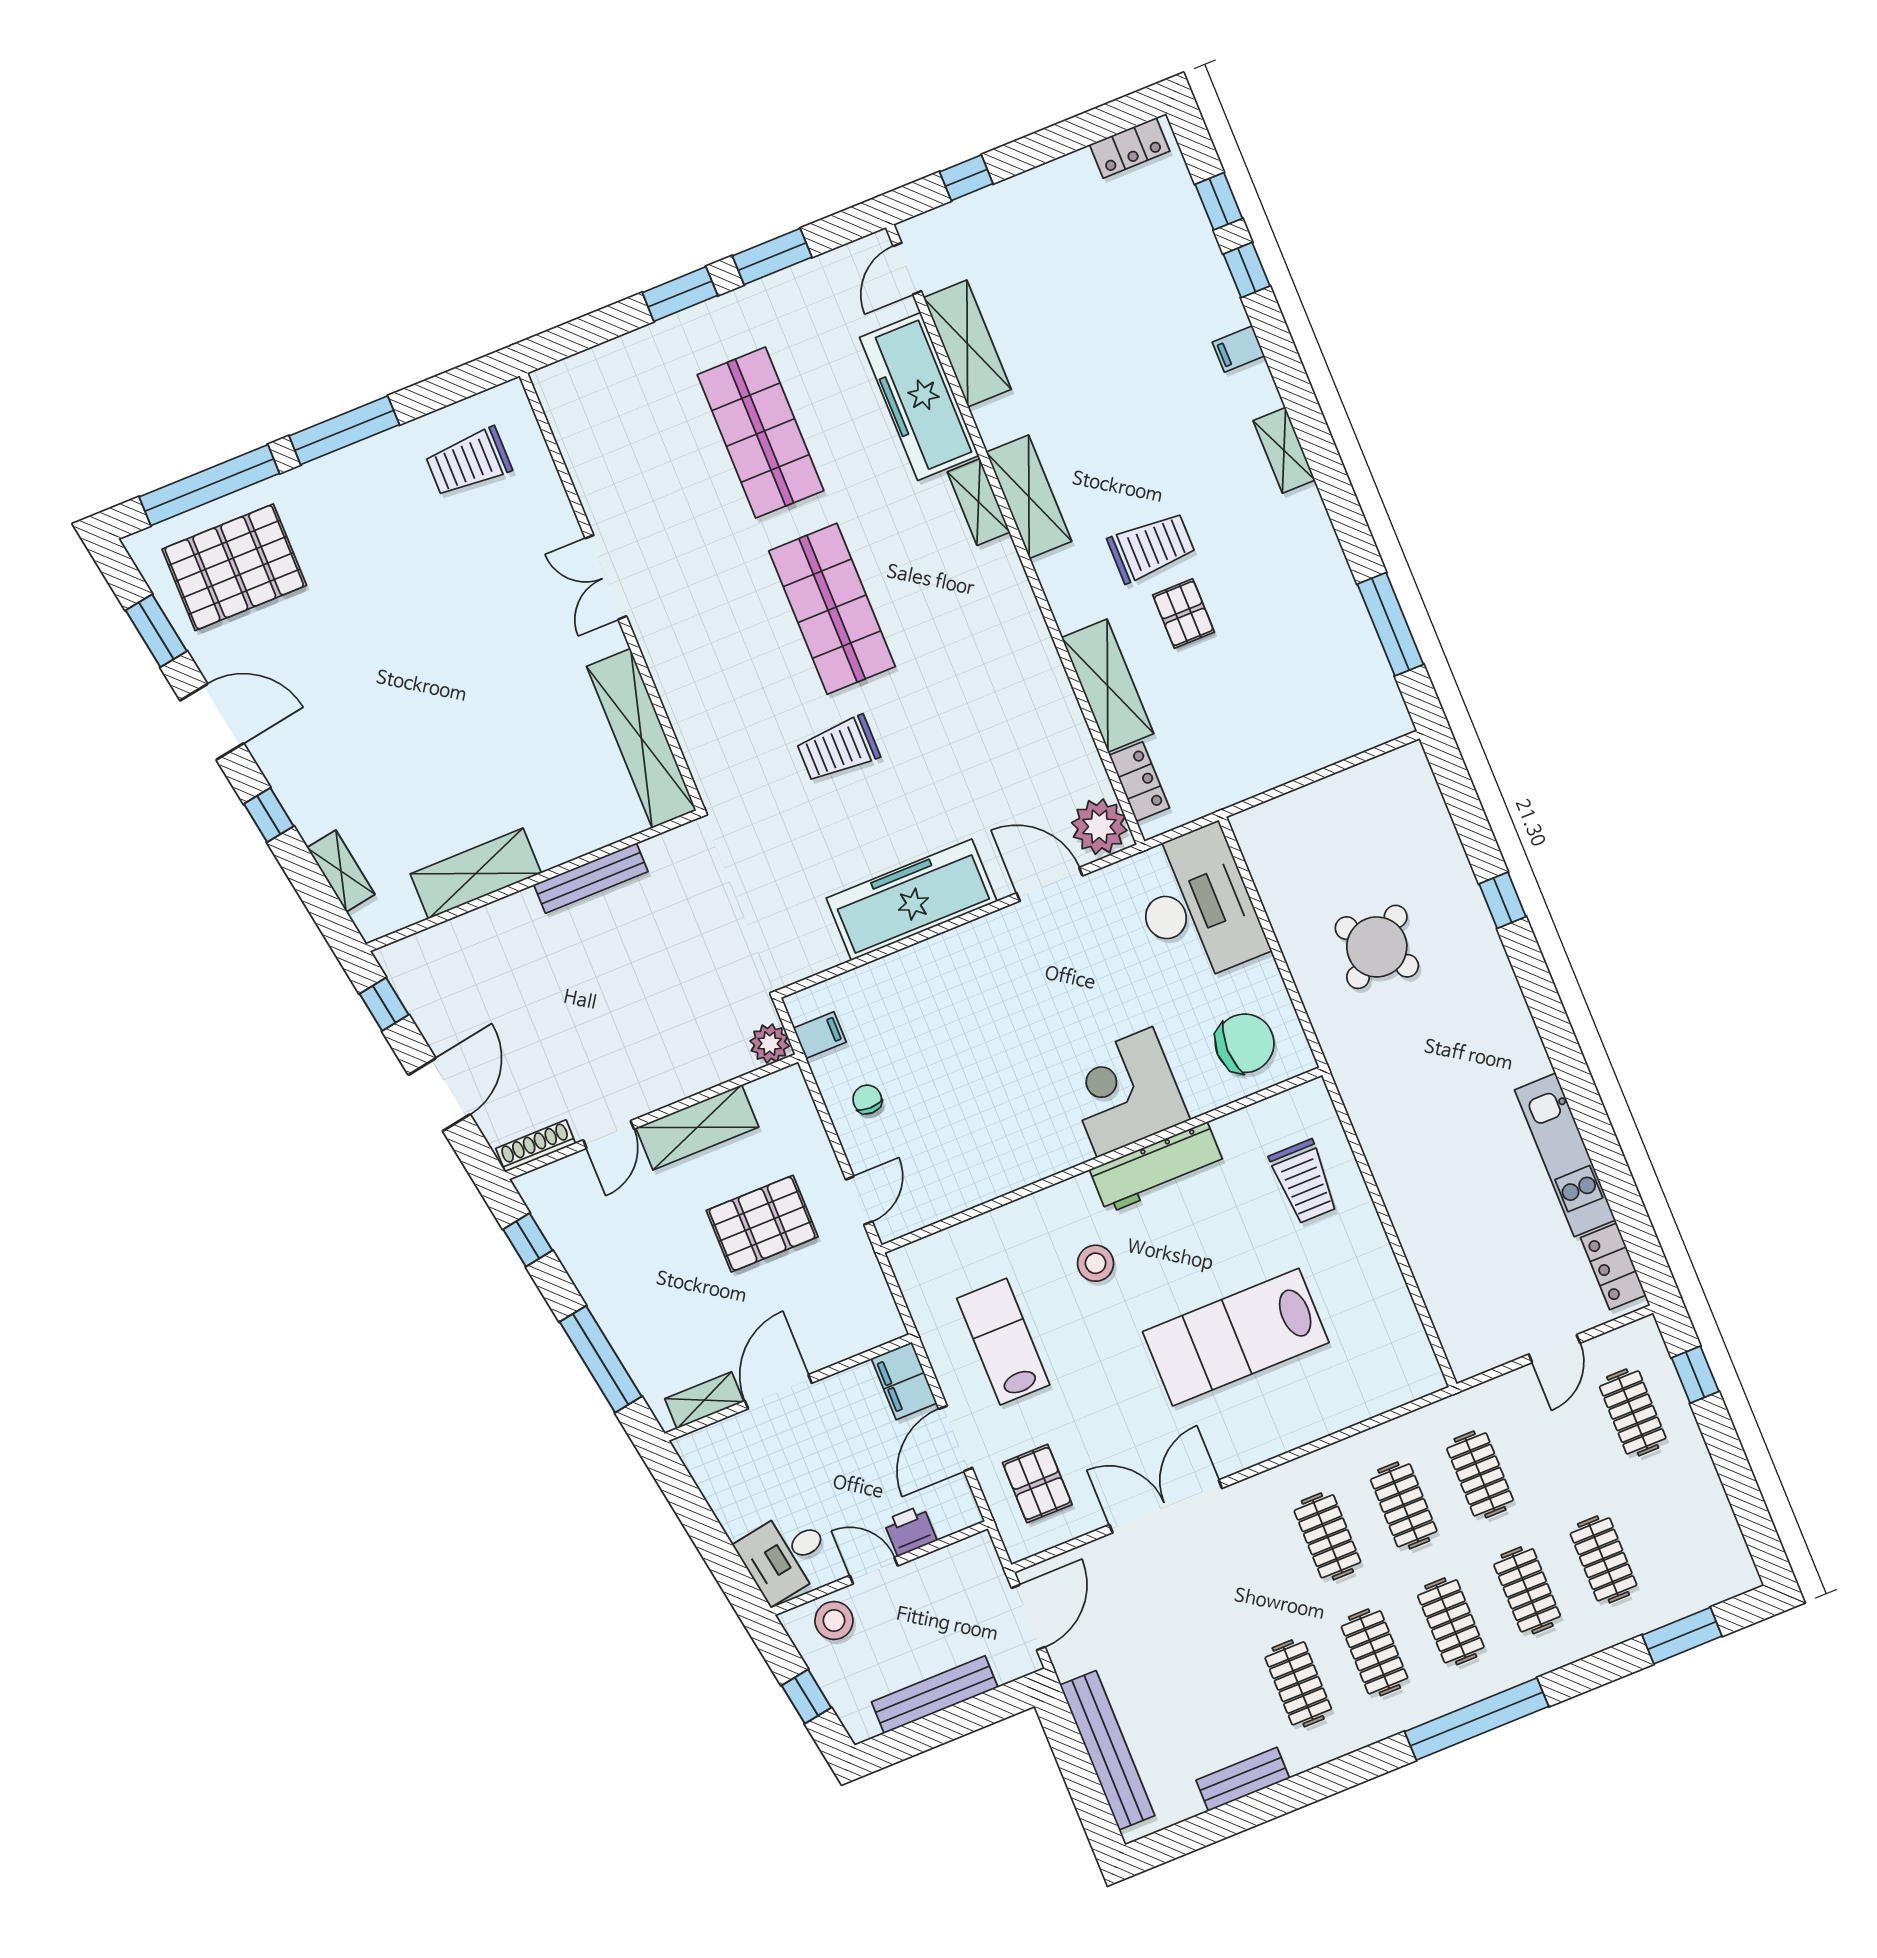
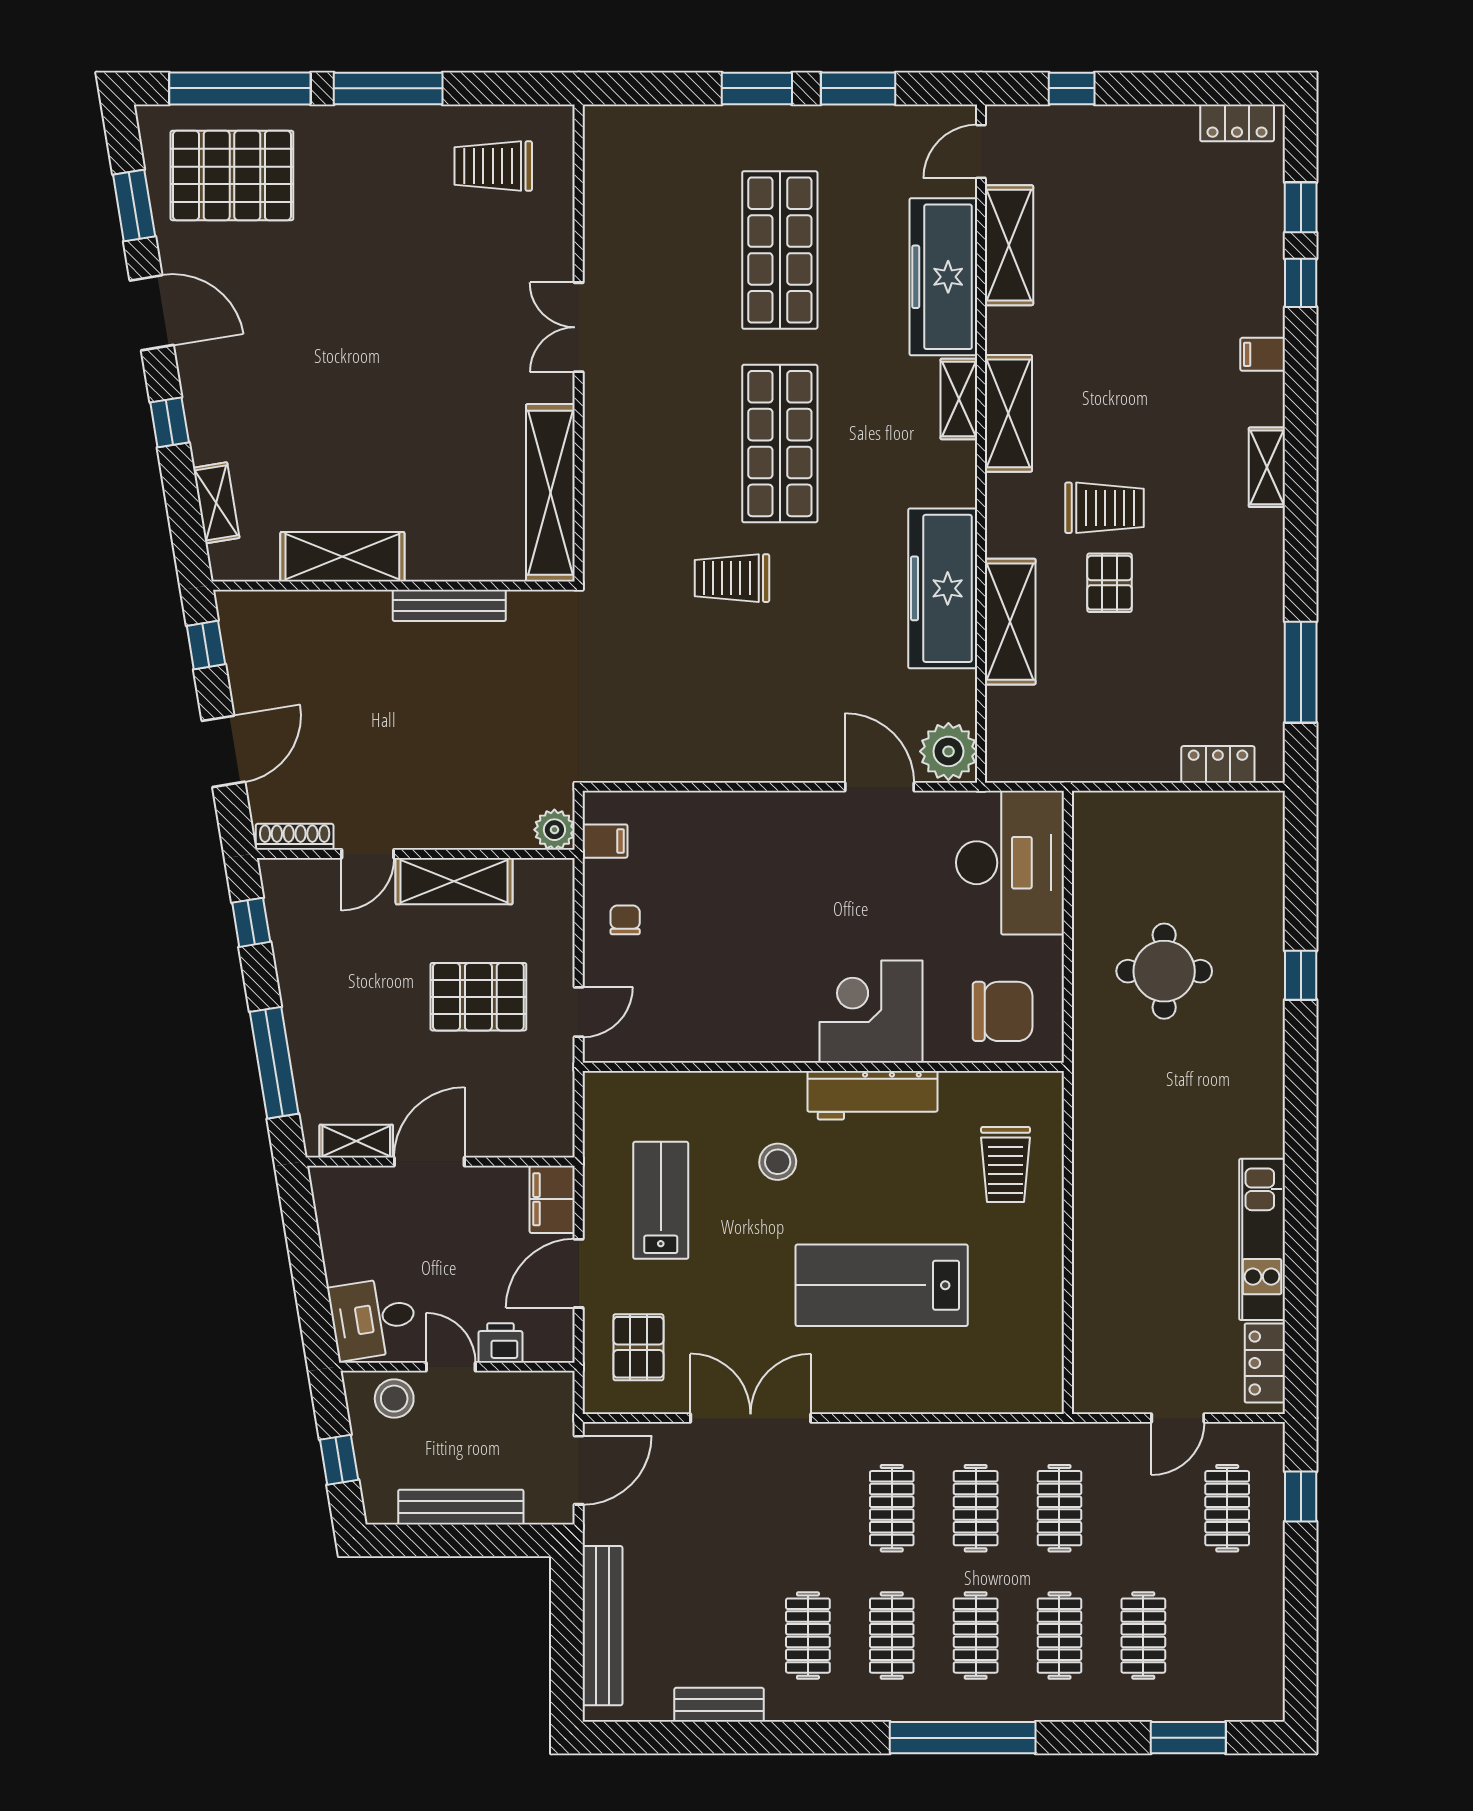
locker: (1139, 782) -> (1218, 764), moved, turned -90
freezer: (912, 900) -> (943, 588), moved, turned -90
round table: (1377, 947) -> (1164, 971), turned 36

